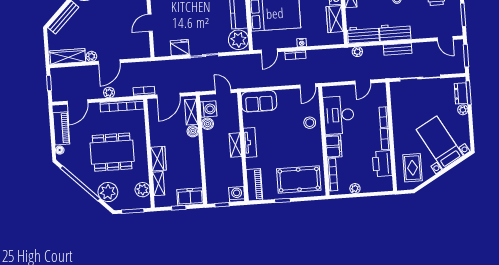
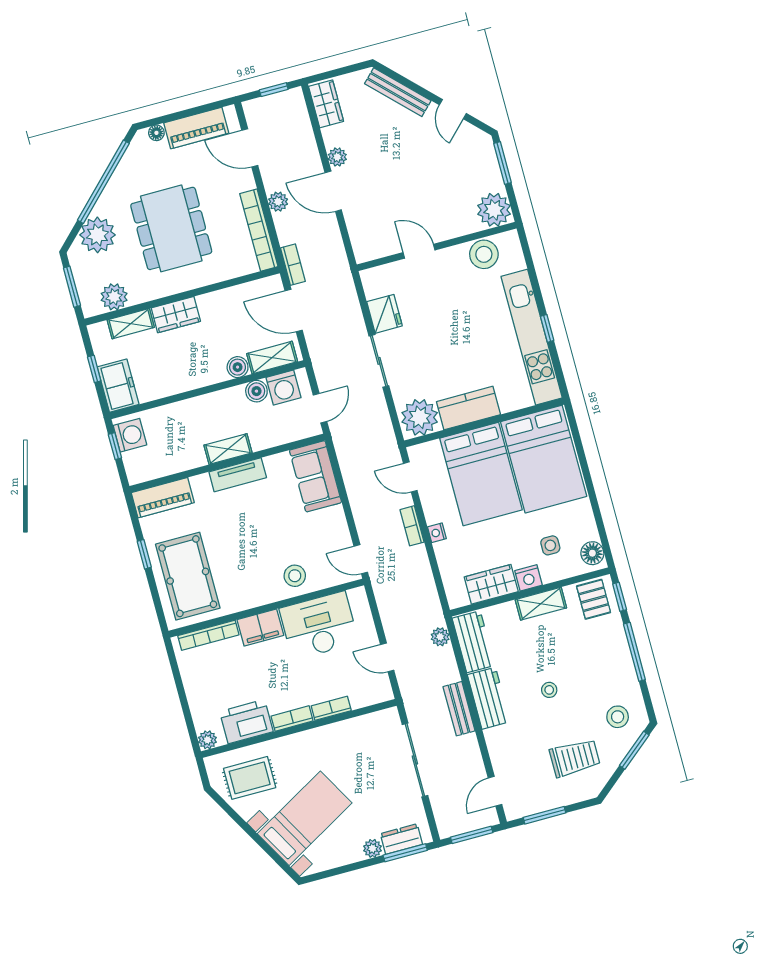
wardrobe: (68, 56) -> (326, 104), width x0.67
plant: (355, 188) -> (207, 740), moved
washing machine: (237, 194) -> (130, 435), moved

